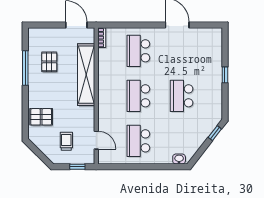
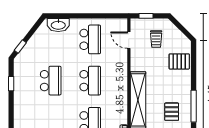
window: (225, 75) -> (11, 84), moved
washbasin: (179, 159) -> (58, 25), width x1.91, depth x1.45

